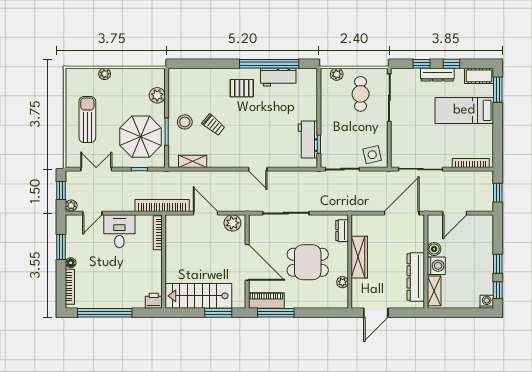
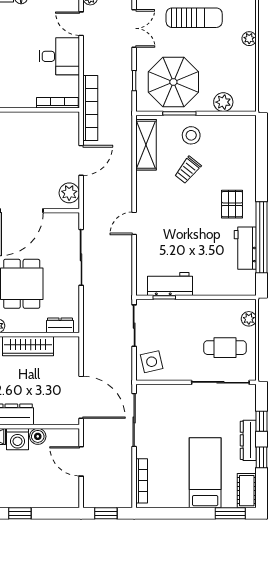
shelving: (193, 161) -> (146, 145), width x1.50, depth x1.33

